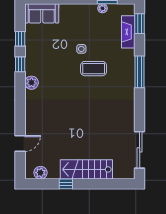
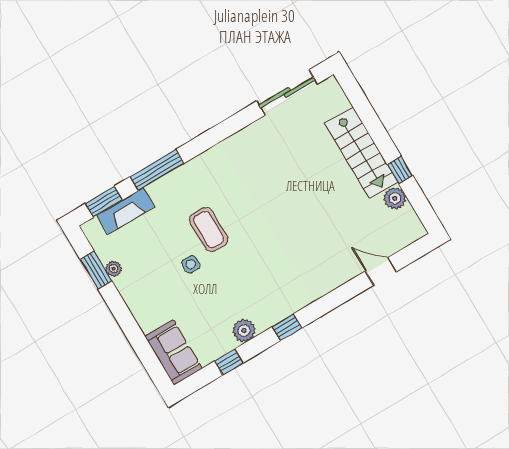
window: (20, 64) -> (287, 327), moved
window: (140, 72) -> (157, 170), moved
plant: (31, 83) -> (244, 331), moved
plant: (41, 173) -> (395, 198), moved

